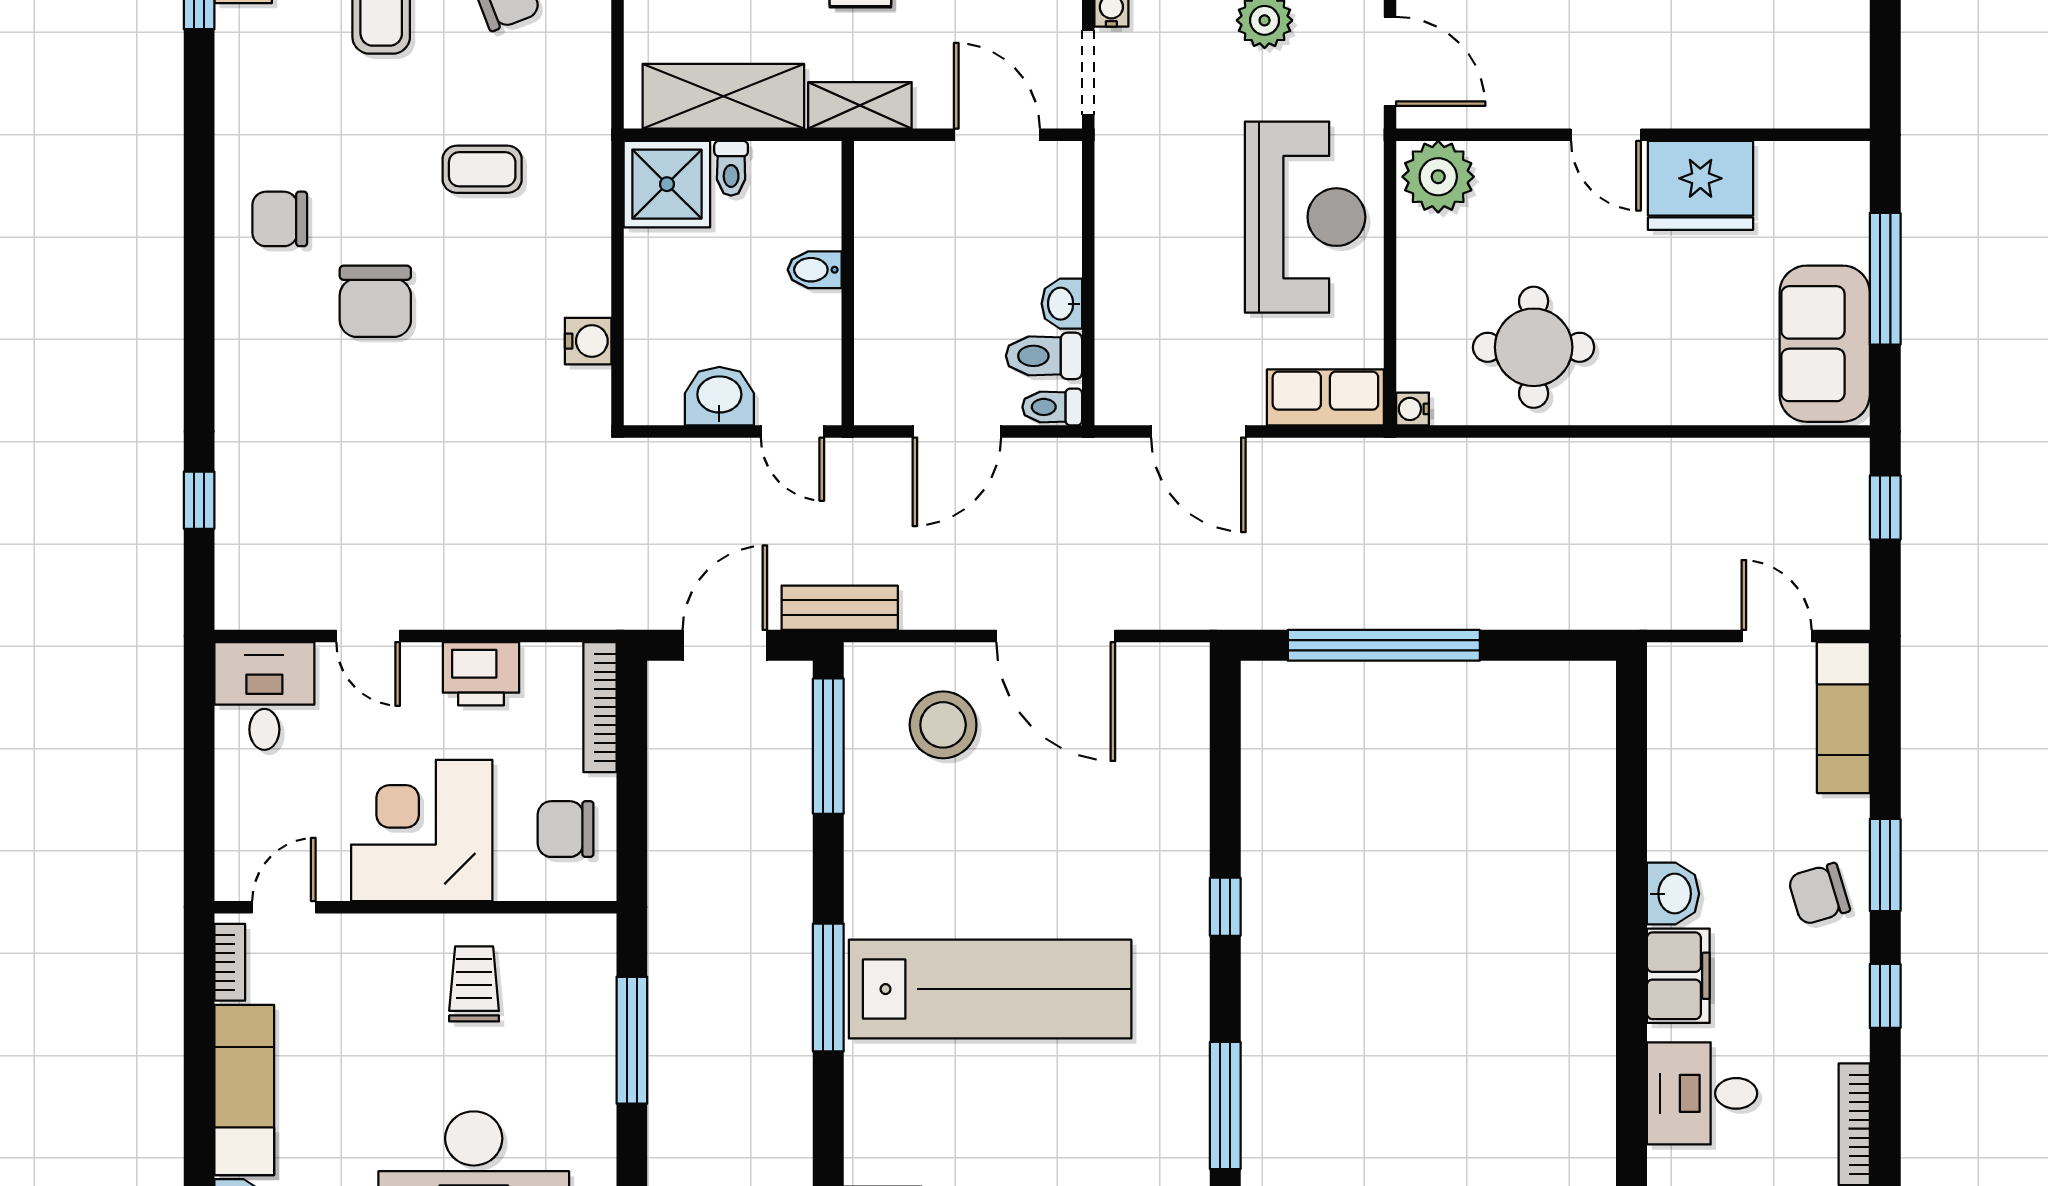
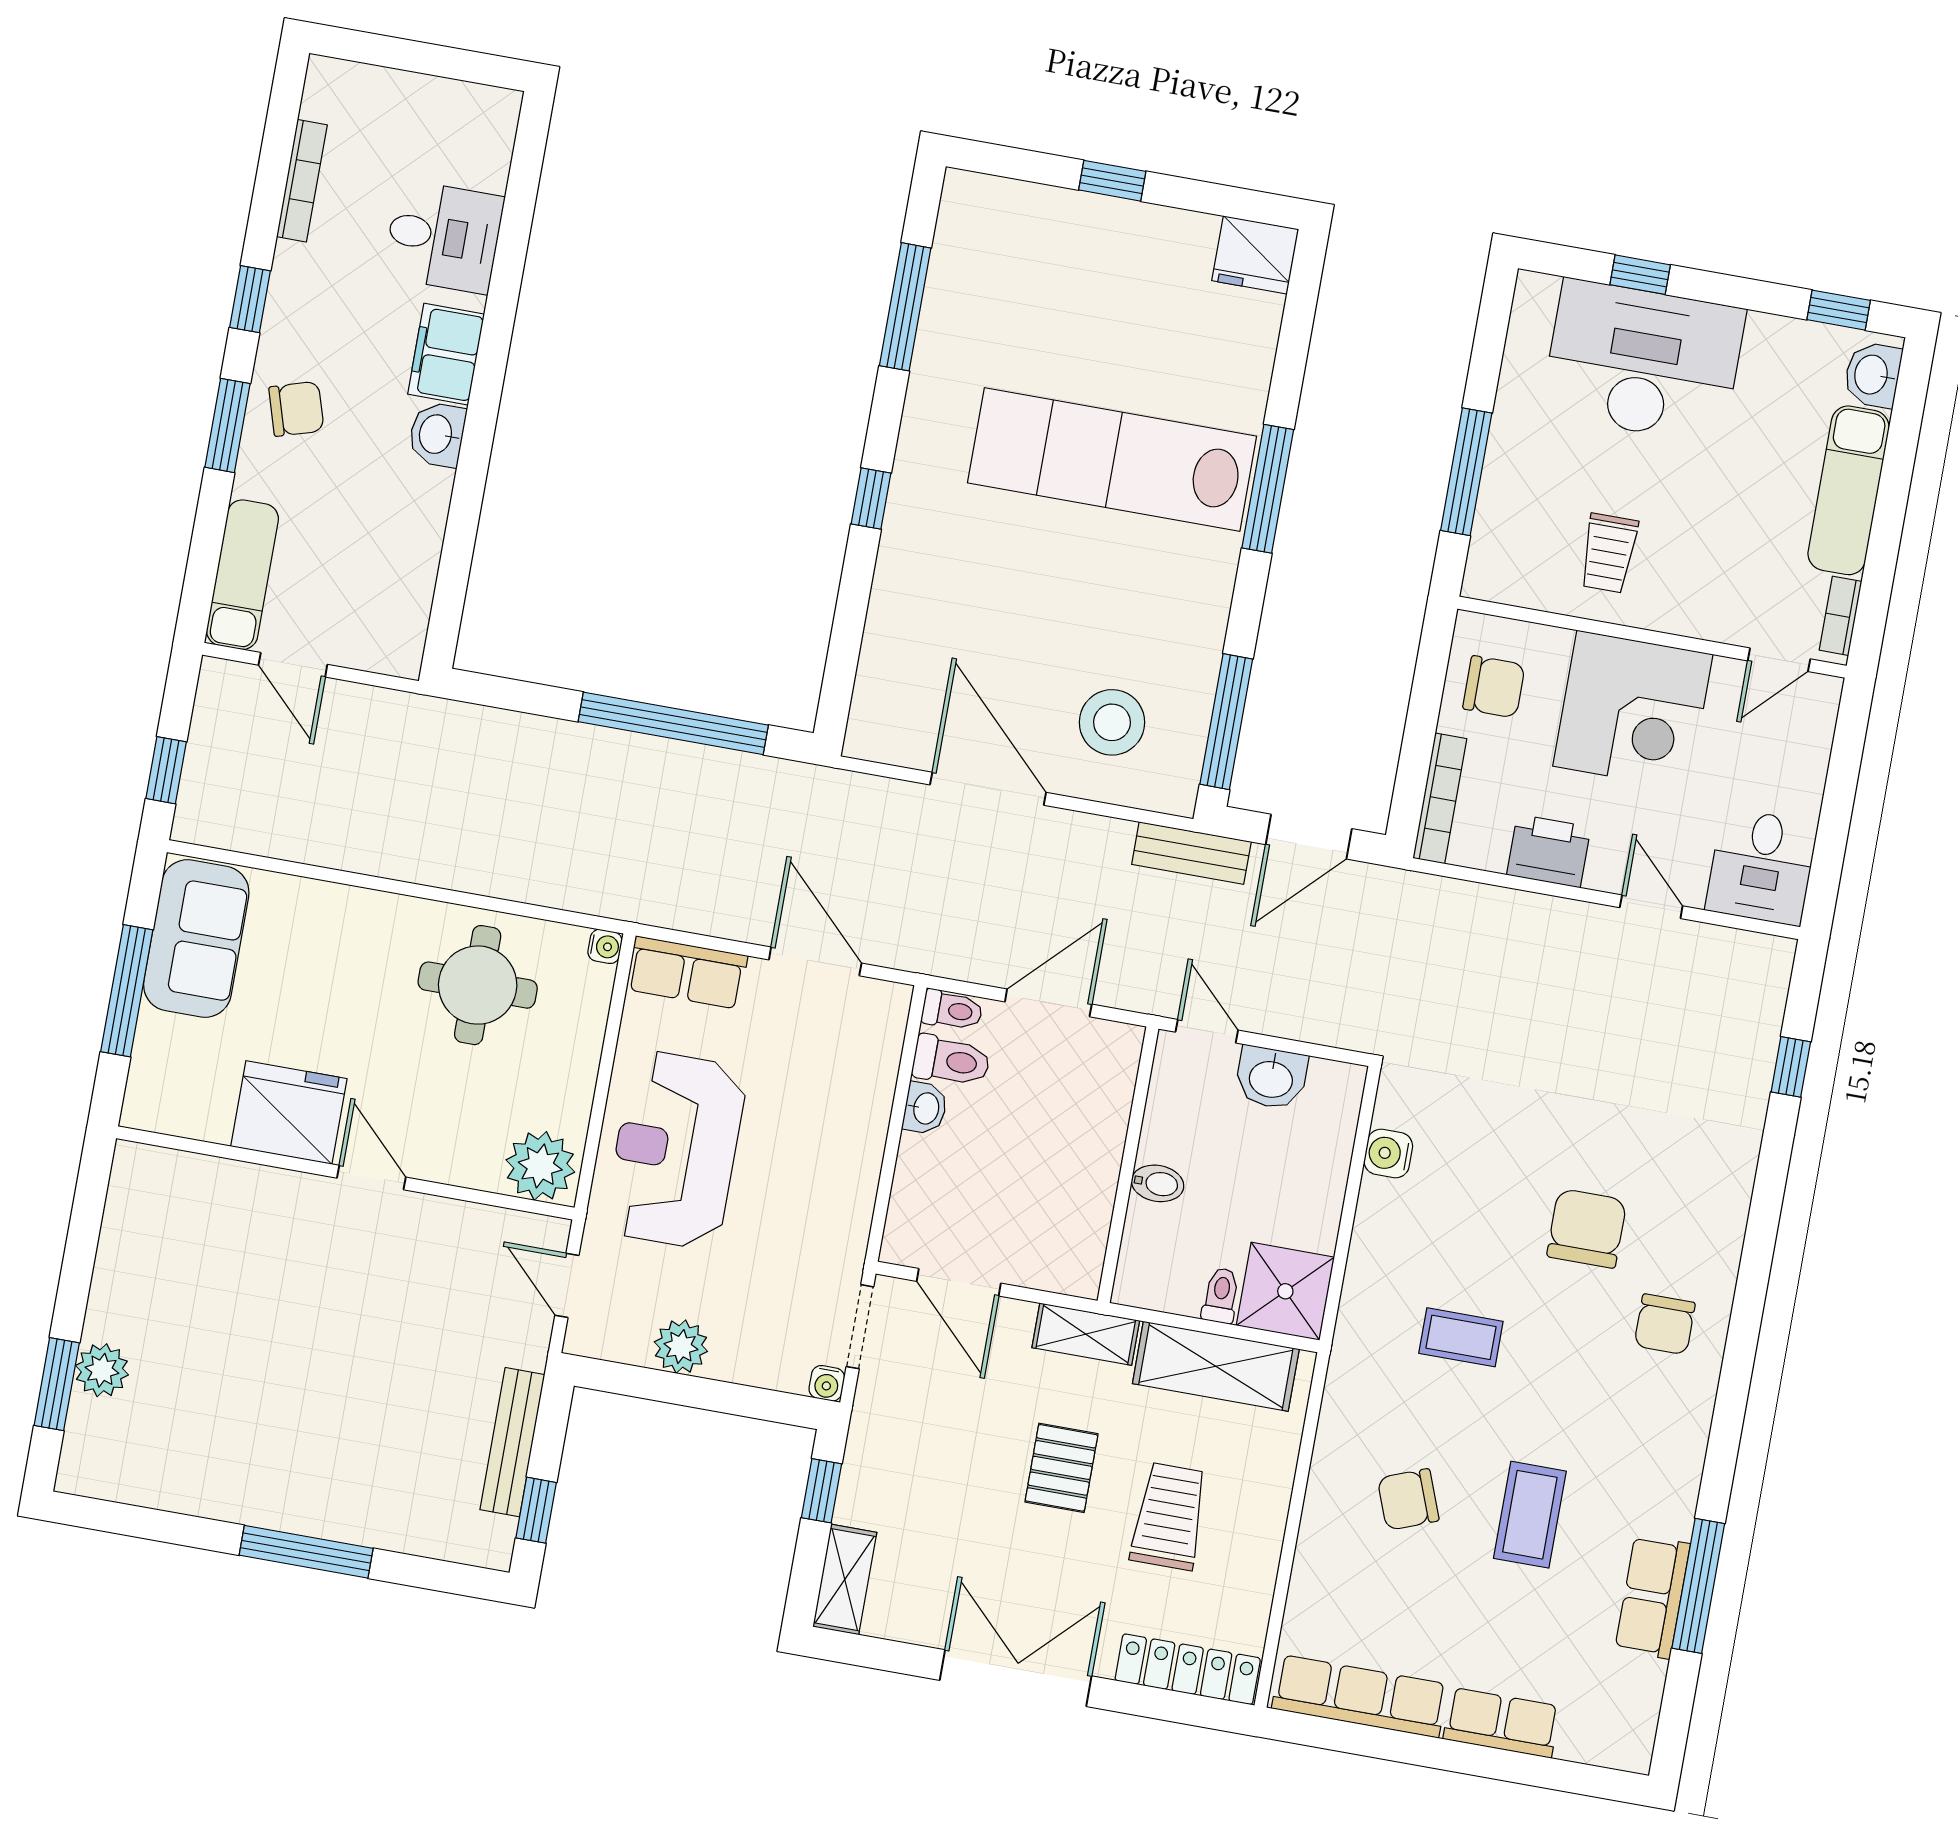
door: (1390, 61) -> (567, 1285), width x0.73
chair: (280, 219) -> (1665, 1324), turned 90

